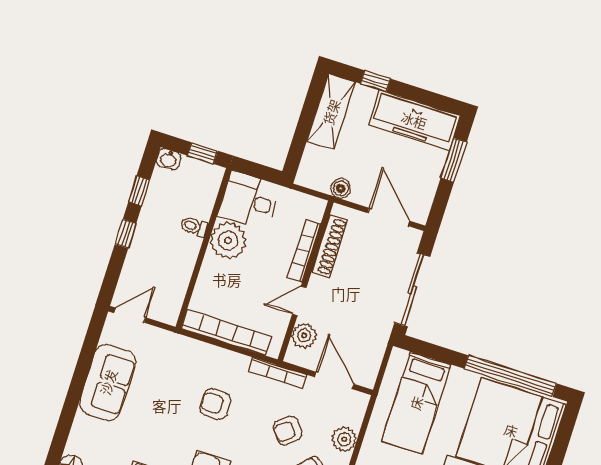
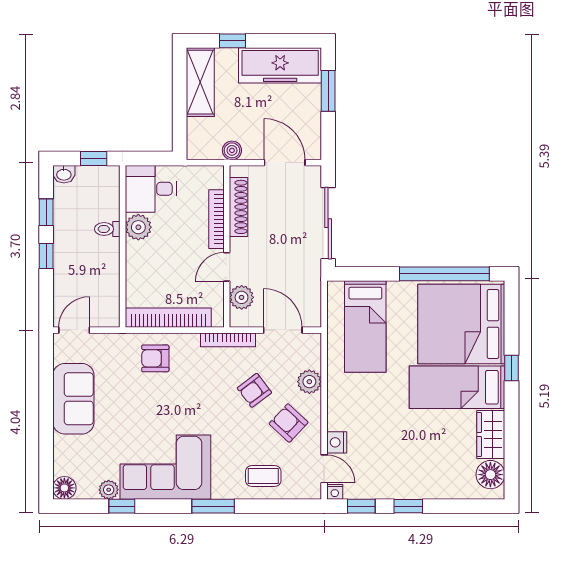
plant: (228, 241) -> (138, 227), width x0.73, depth x0.73
armchair: (215, 404) -> (155, 358), moved

